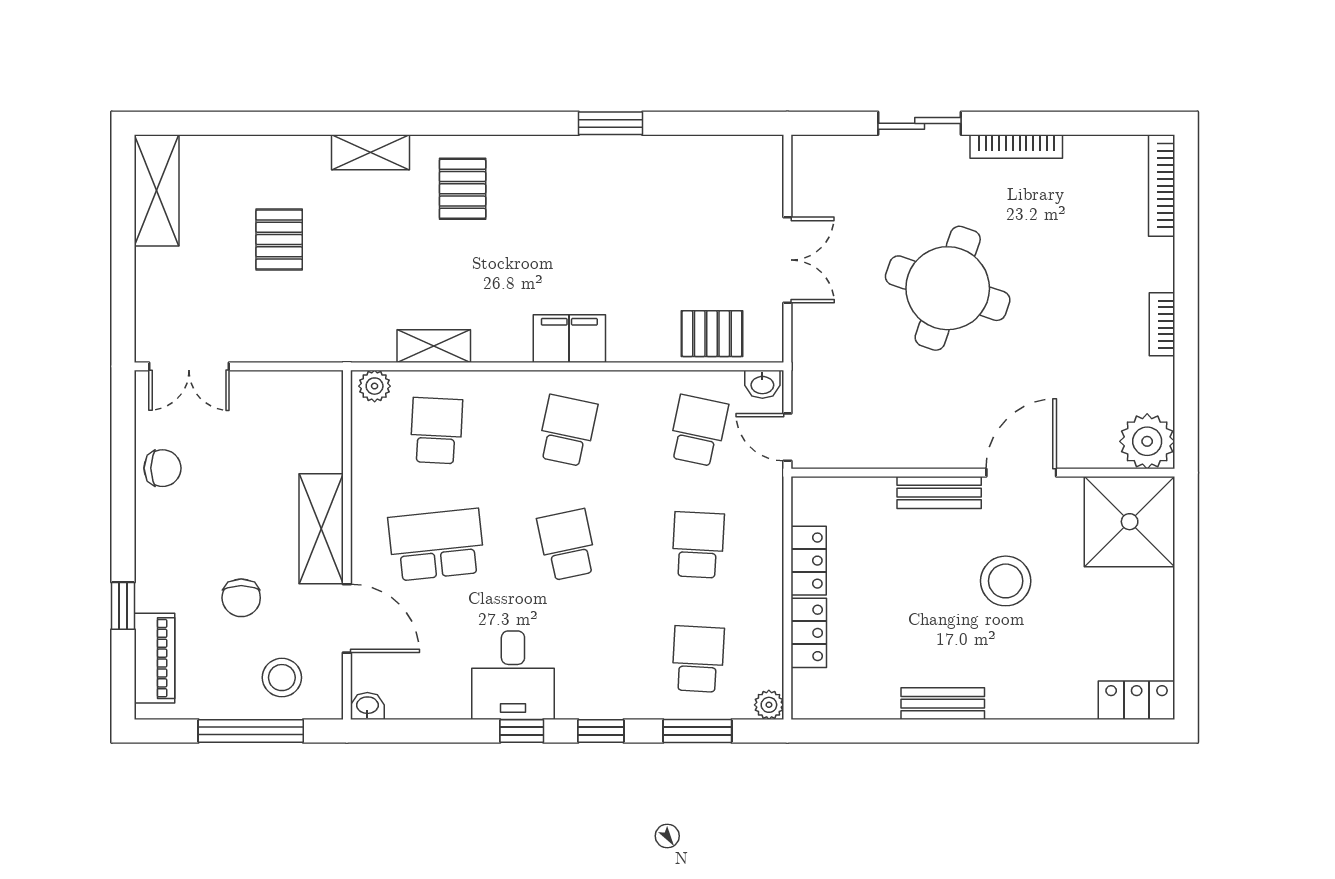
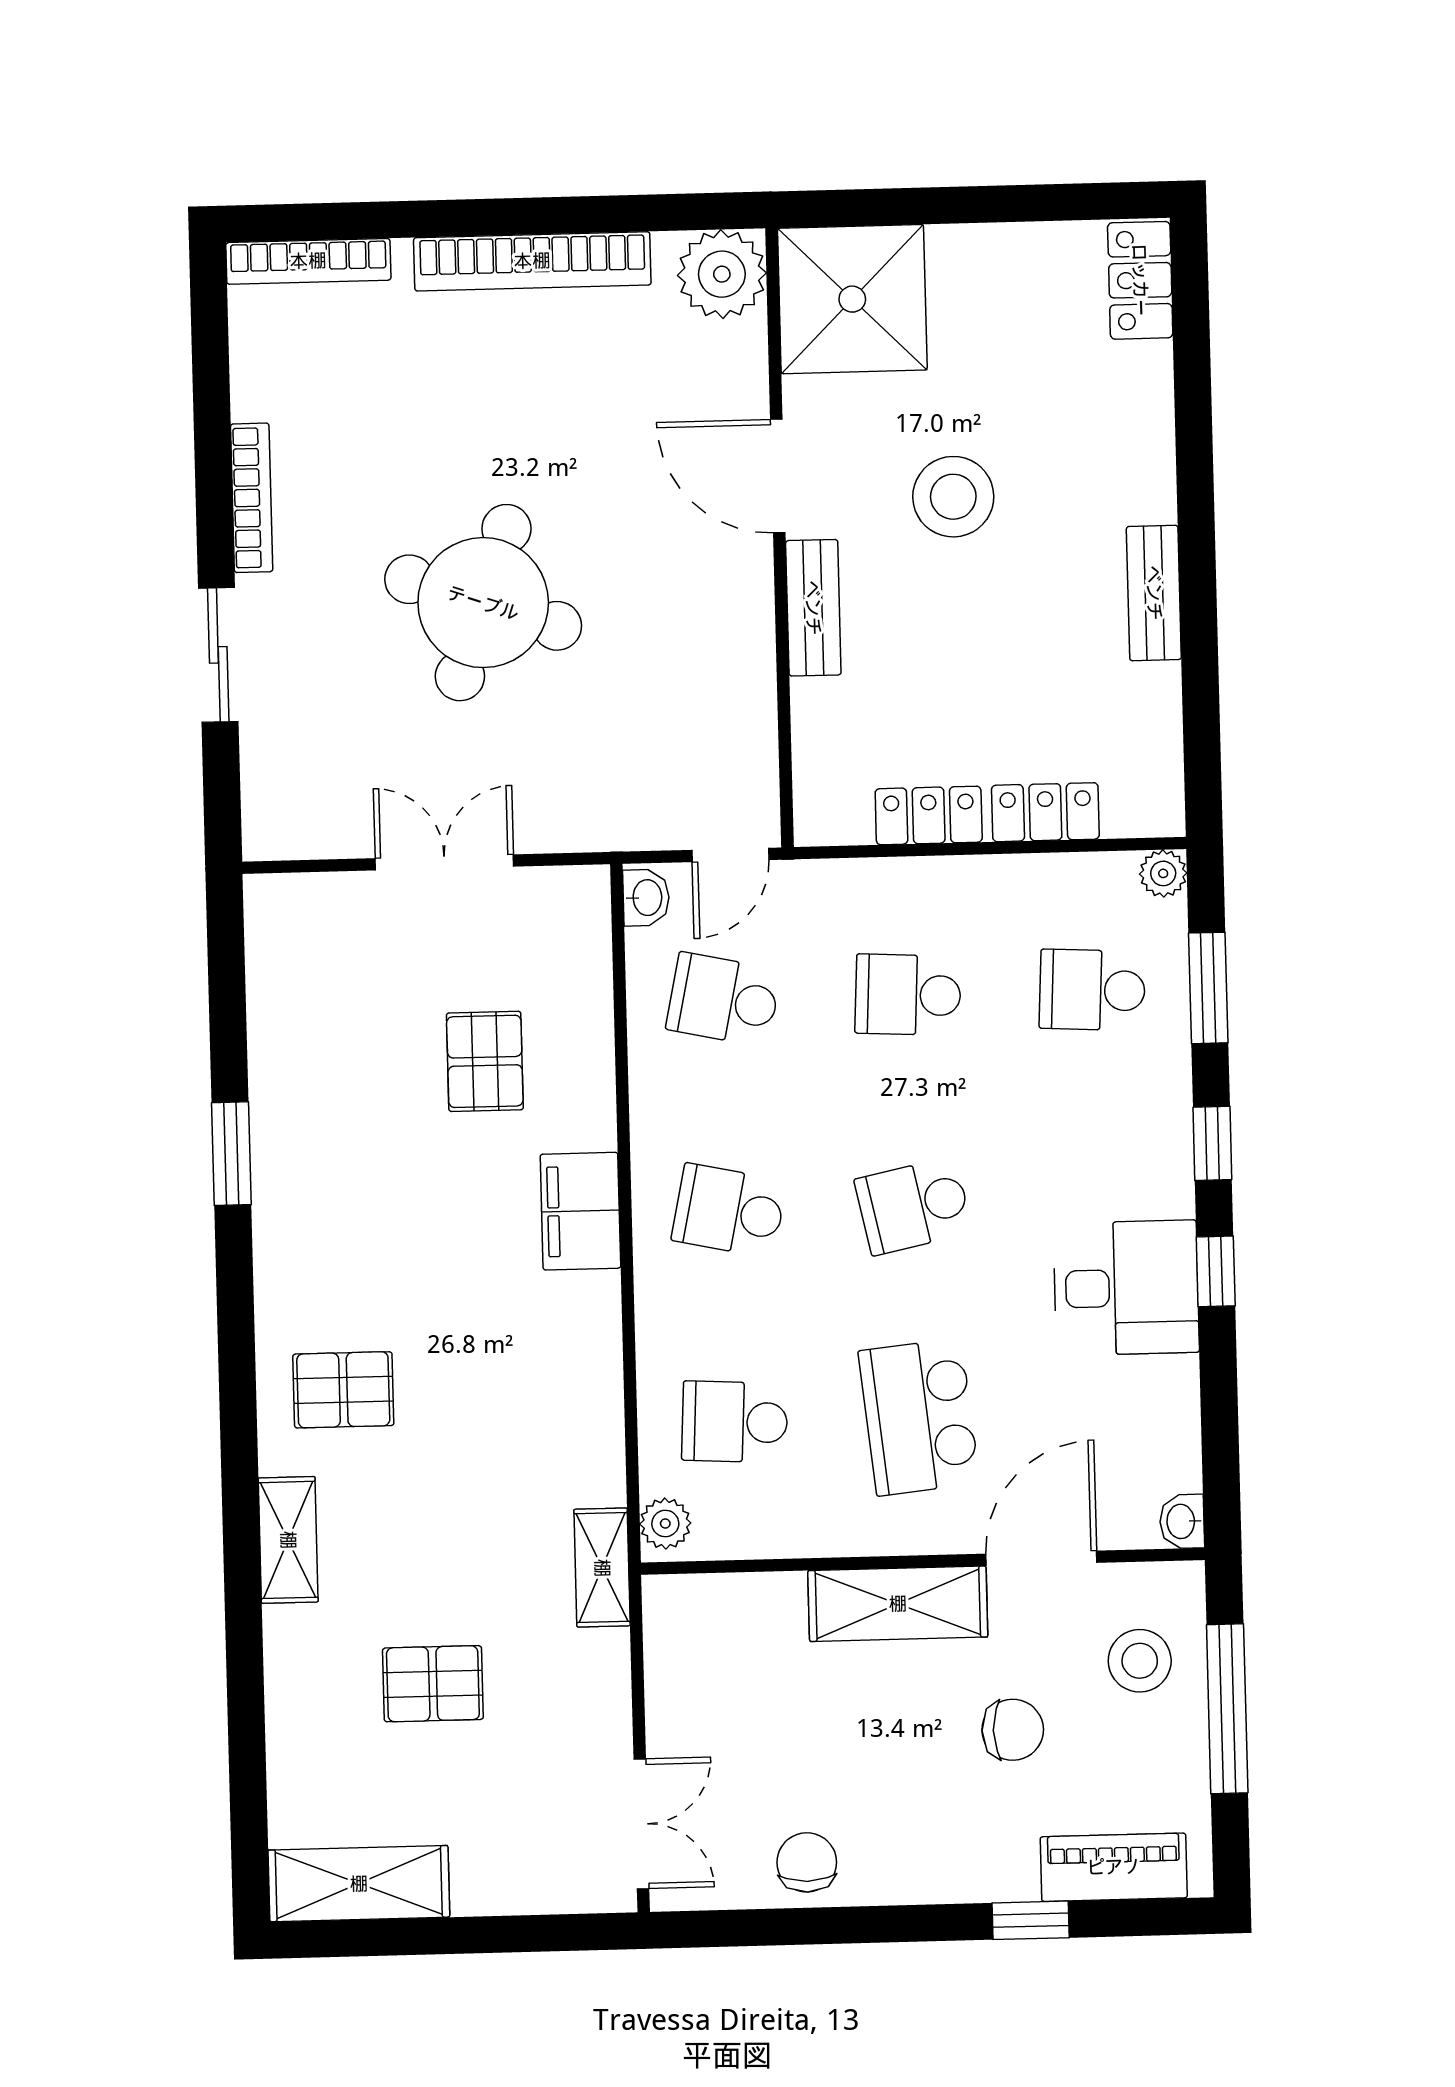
bookcase: (1162, 324) -> (532, 261), width x2.31, depth x1.31
pallet: (712, 334) -> (485, 1061), moved
shelving: (434, 346) -> (602, 1568), moved

